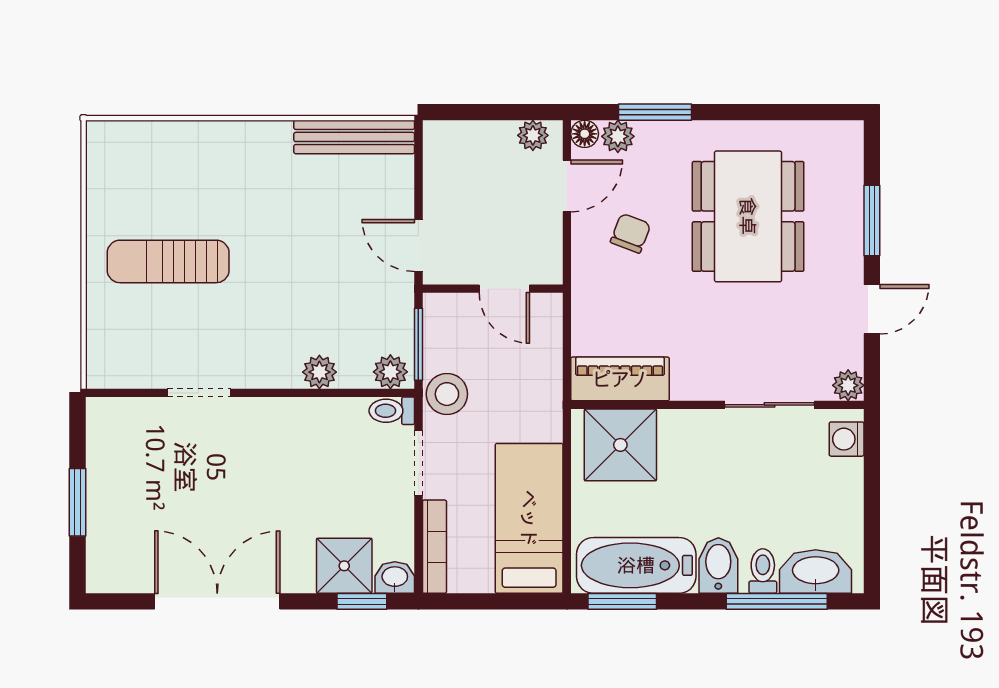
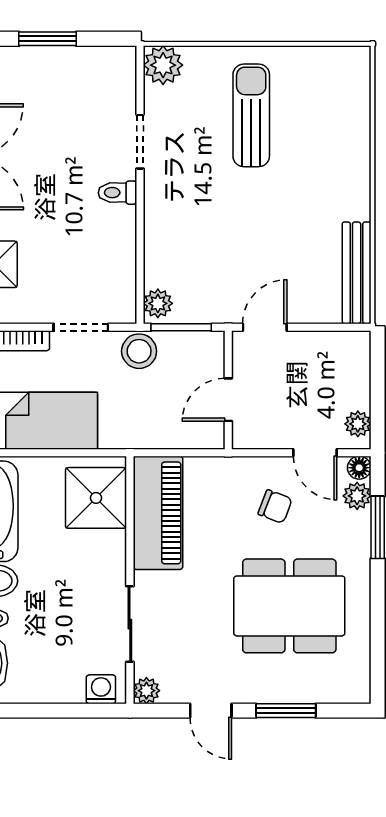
plant: (319, 372) -> (163, 65), moved, width x1.38, depth x1.38
piano: (620, 379) -> (158, 513), width x1.37, depth x1.33
toilet: (392, 411) -> (118, 193), moved, turned -90

